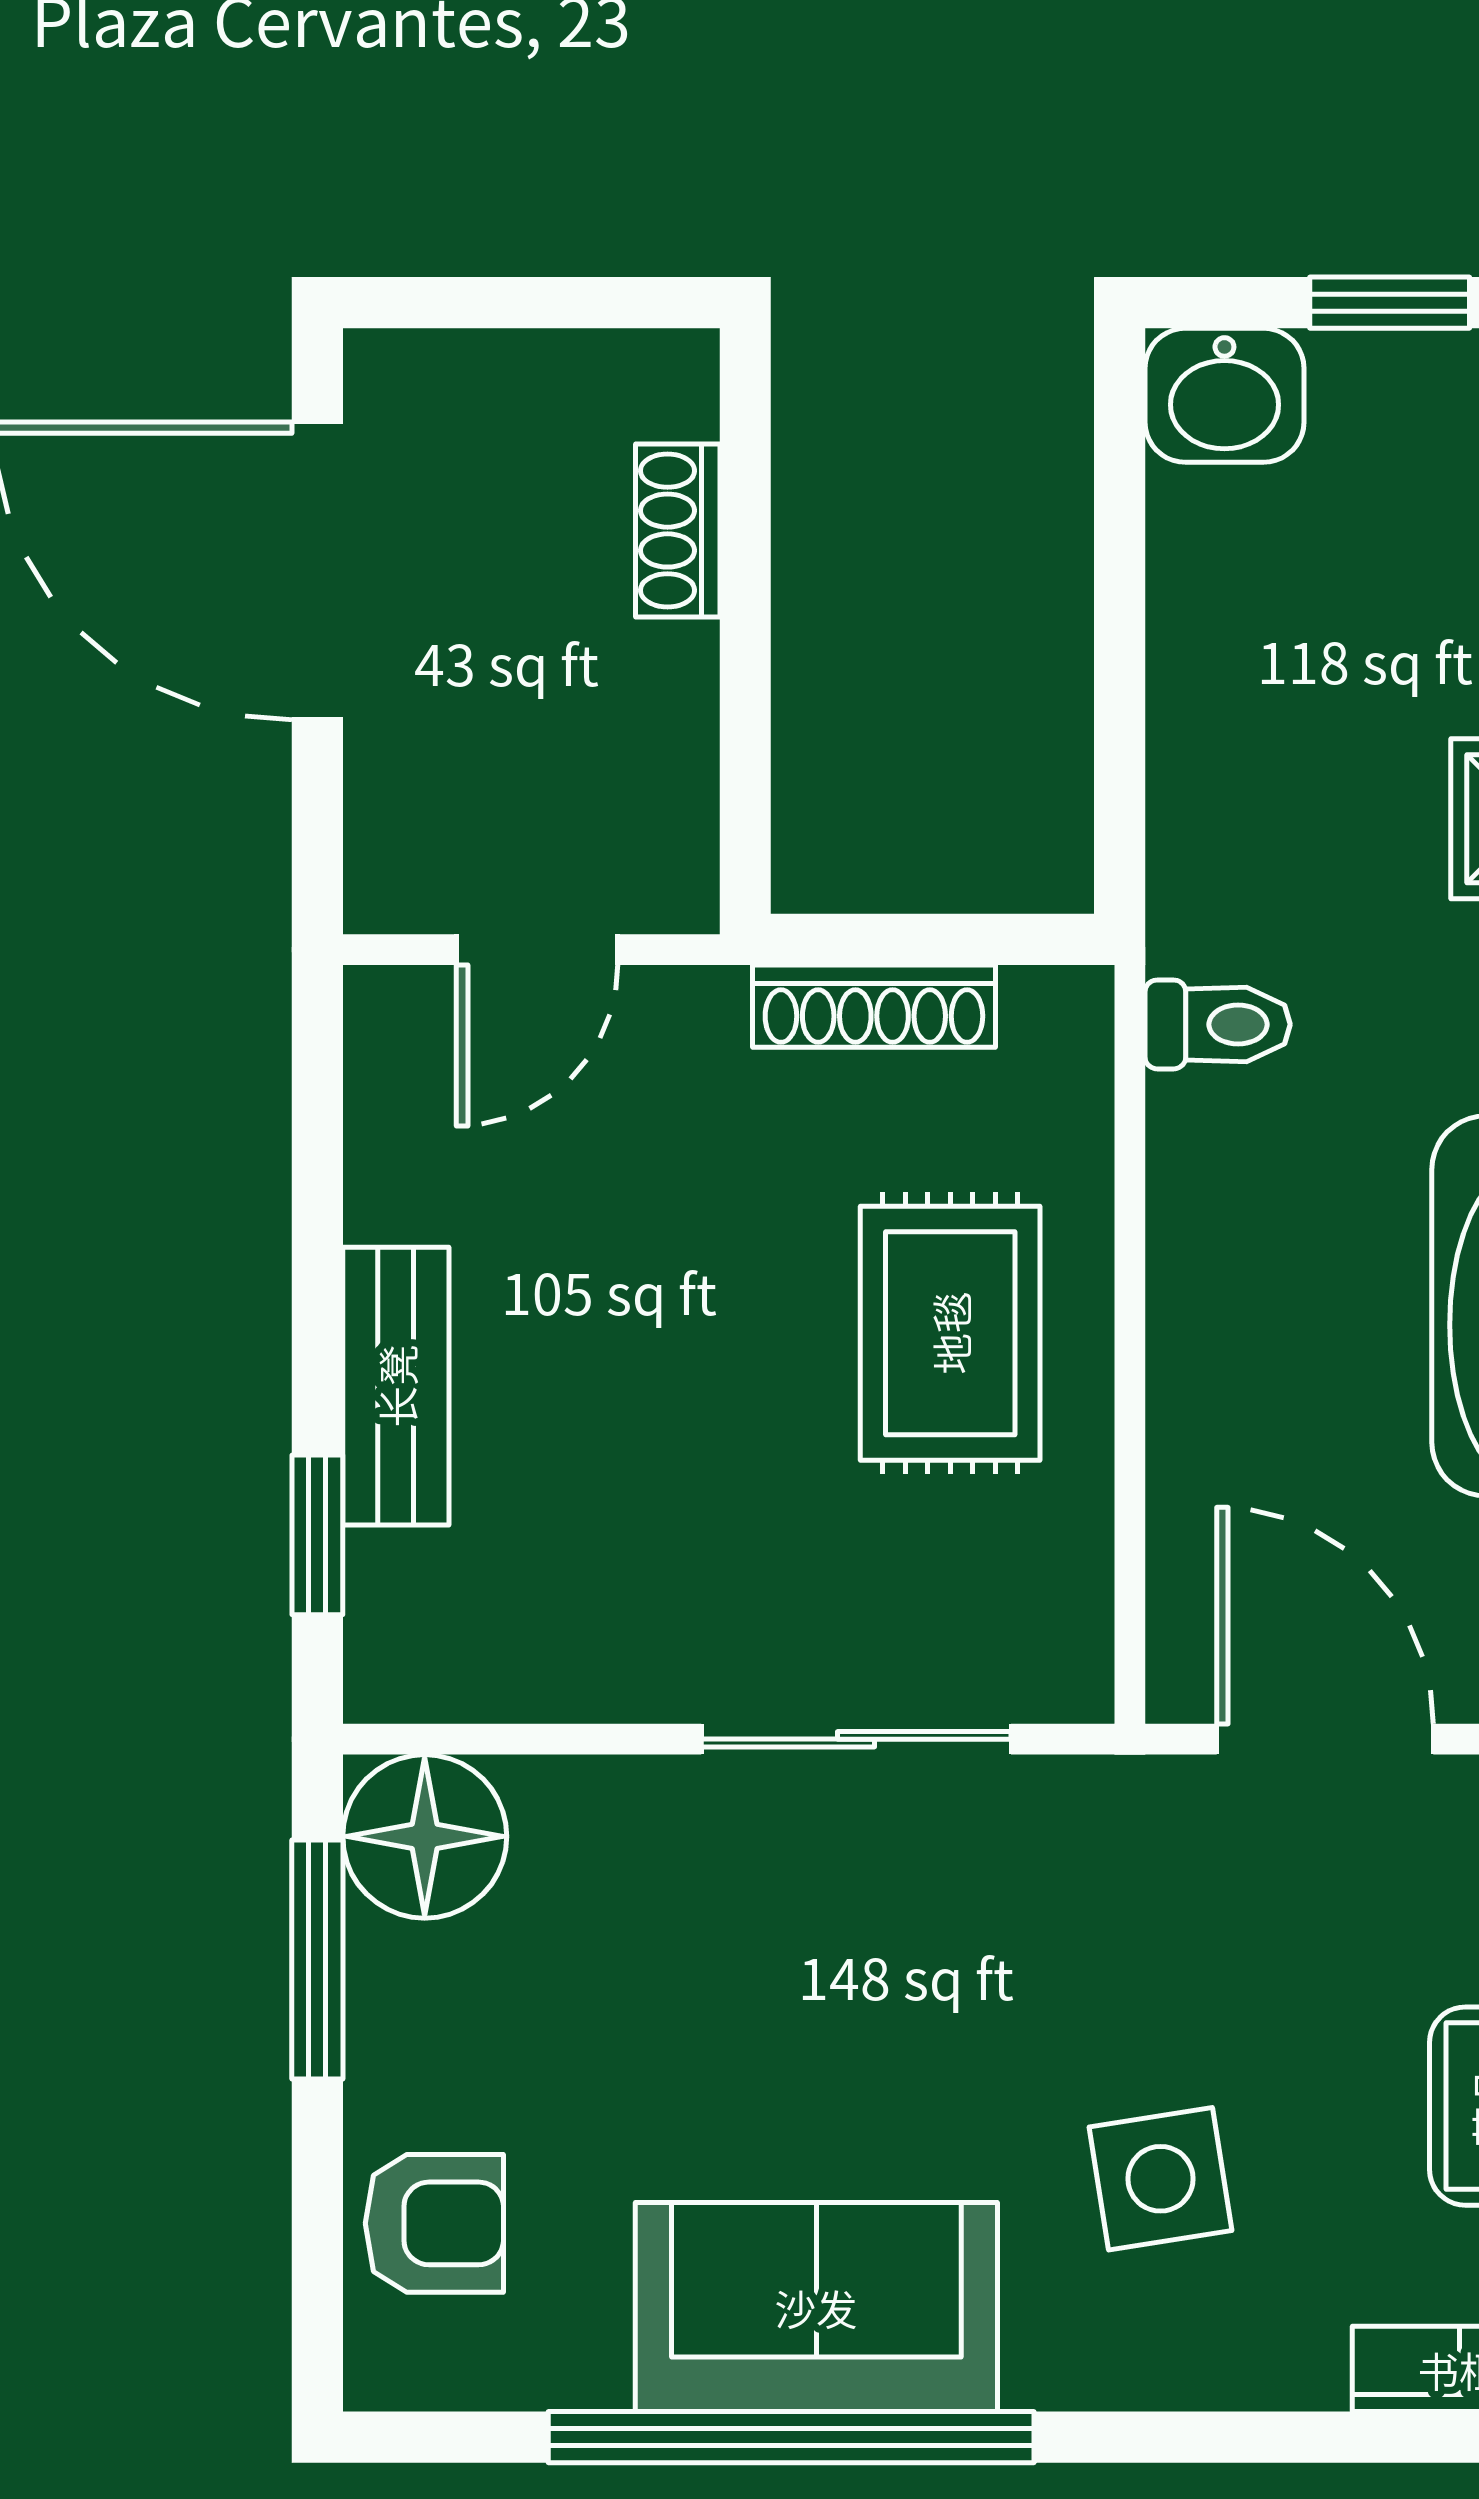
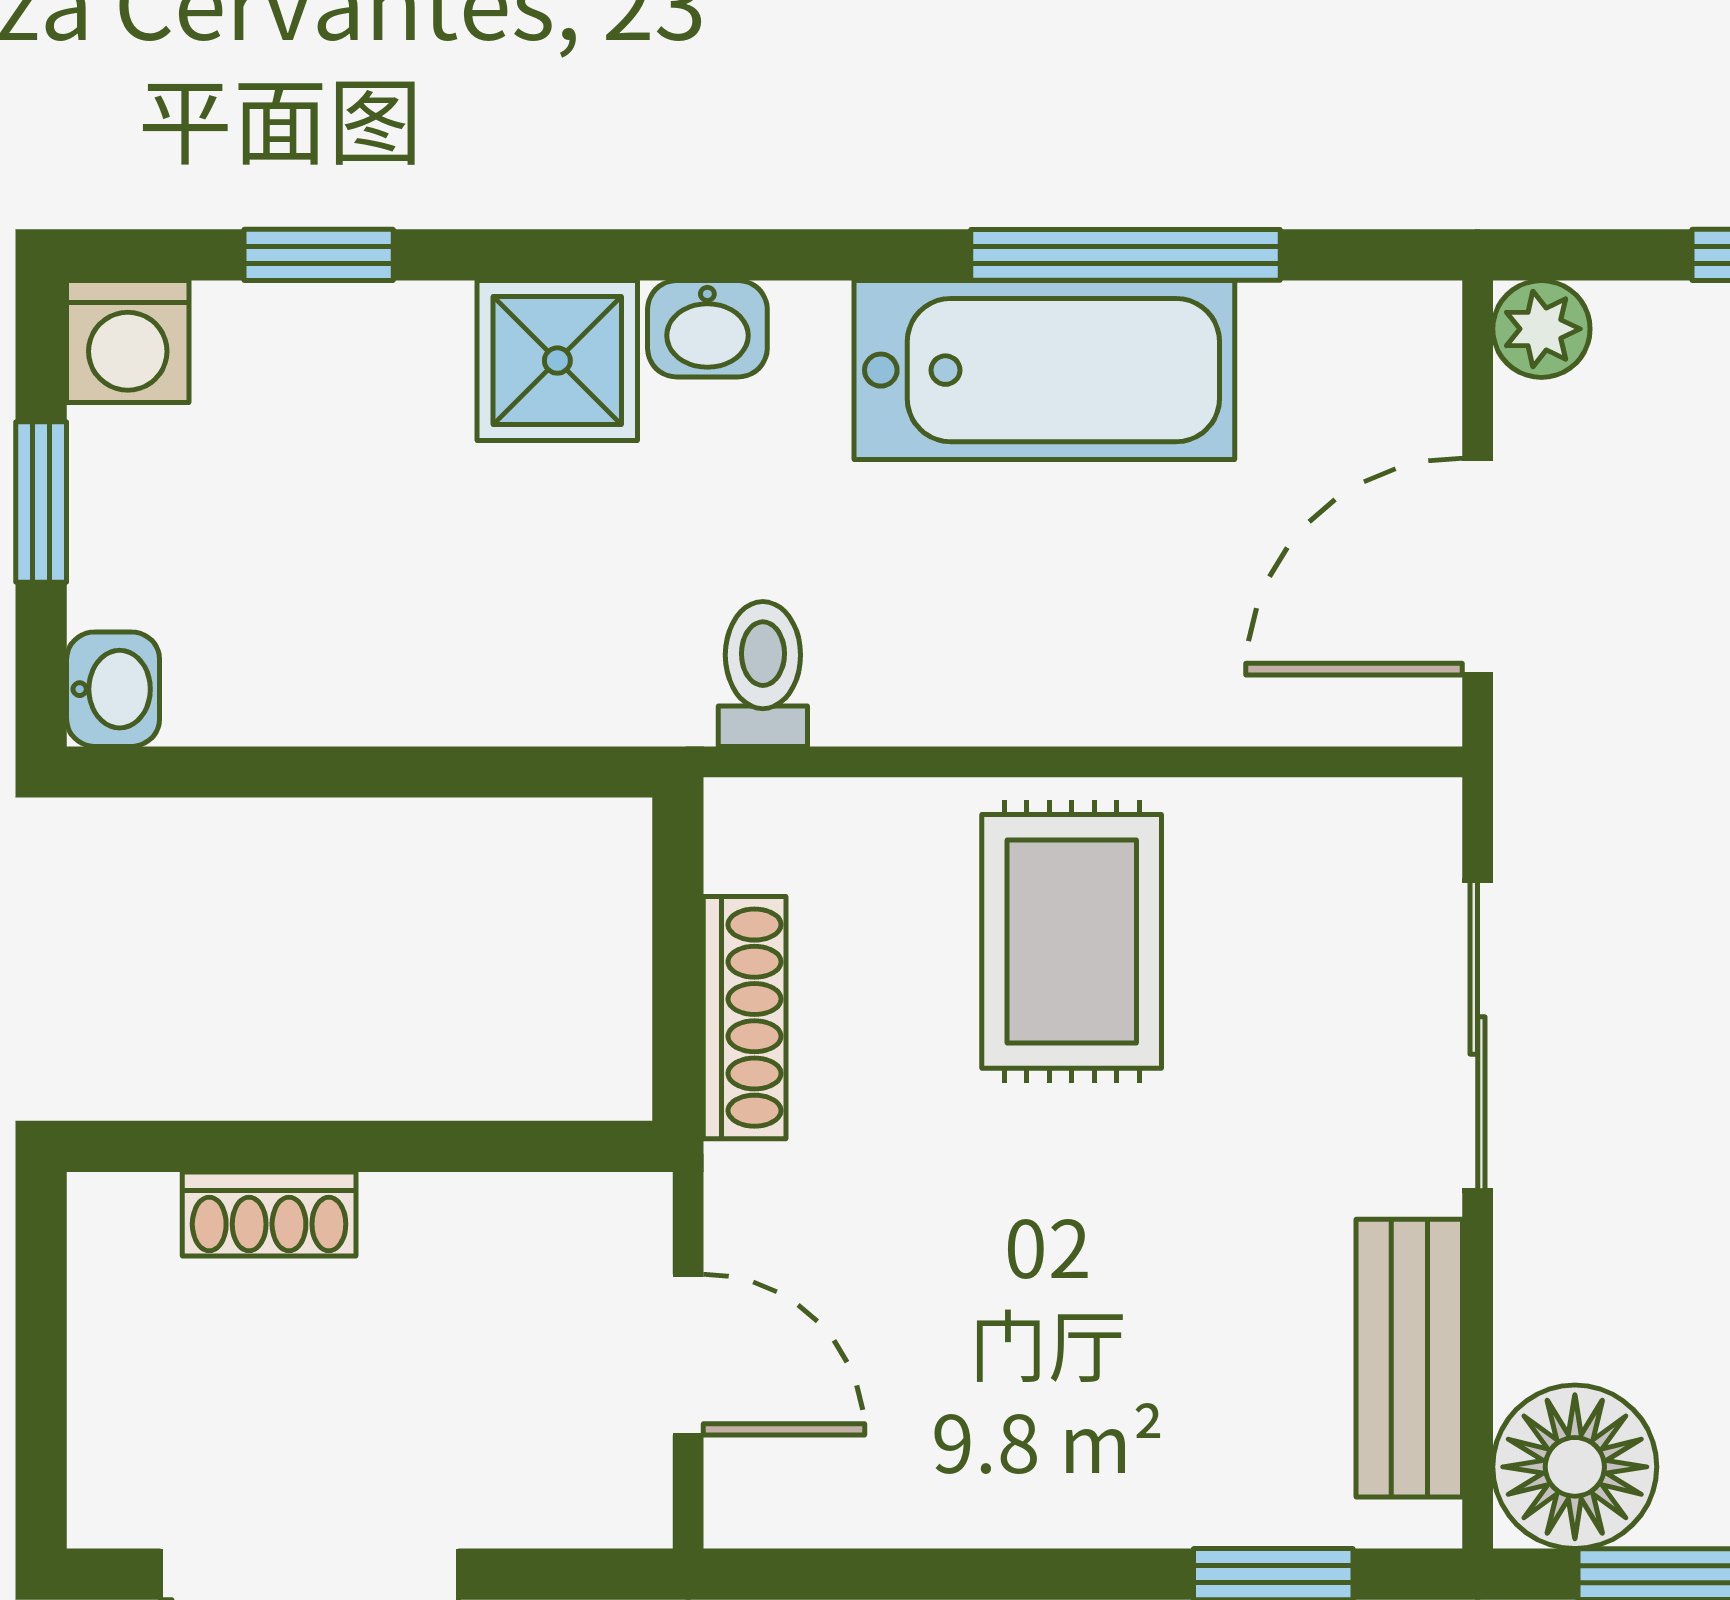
washbasin: (1224, 395) -> (113, 689), width x0.72, depth x0.69
rug: (950, 1333) -> (1072, 941), turned 90
bench: (396, 1386) -> (1409, 1358), moved, turned 90

